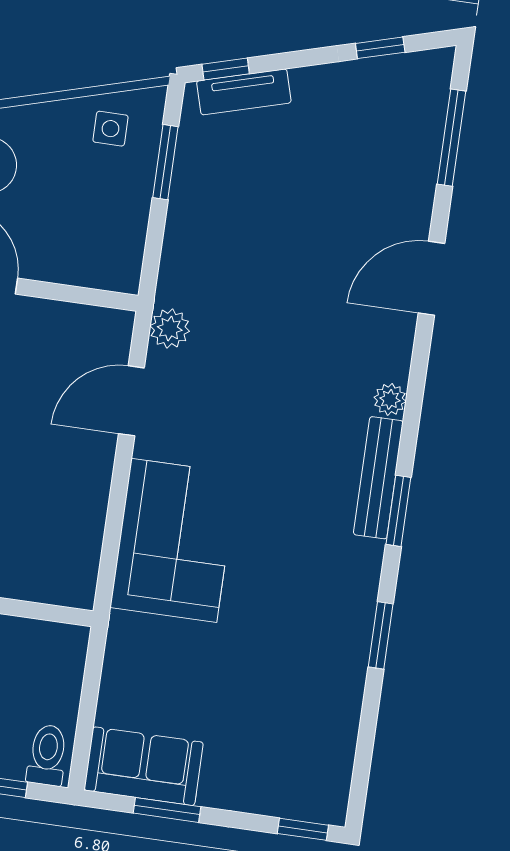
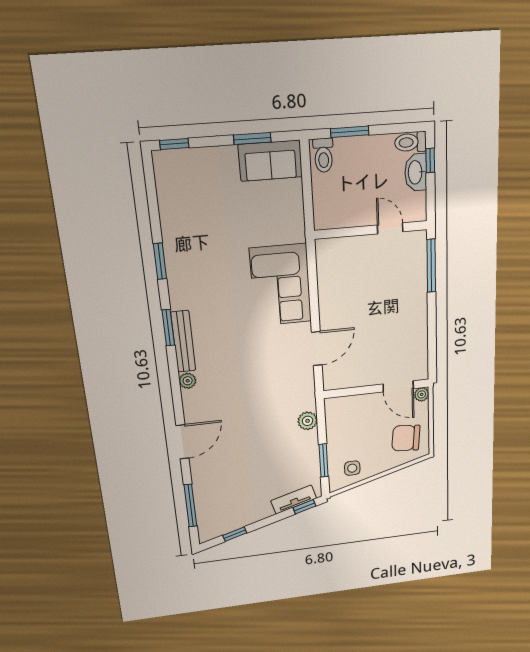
plant: (170, 329) -> (308, 421), moved

